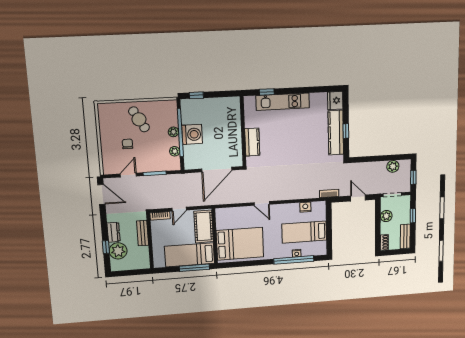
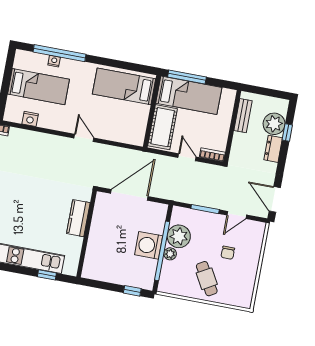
plant: (175, 151) -> (179, 236), width x1.87, depth x1.87
door: (179, 209) -> (187, 157), hinge flipped
bench: (143, 233) -> (243, 116), moved
bed: (240, 244) -> (124, 86), width x0.67

